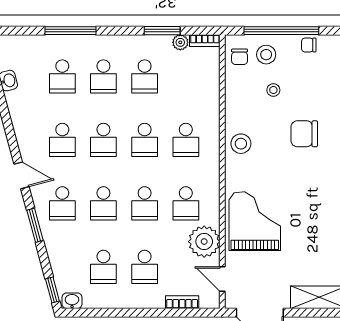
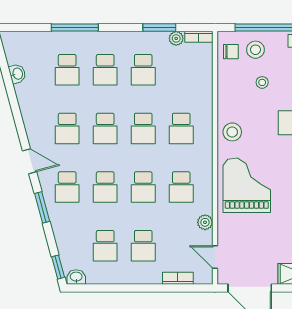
chair: (240, 57) -> (231, 52), turned -90
grand piano: (255, 221) -> (247, 185), moved
plant: (204, 242) -> (205, 222), width x0.53, depth x0.53

